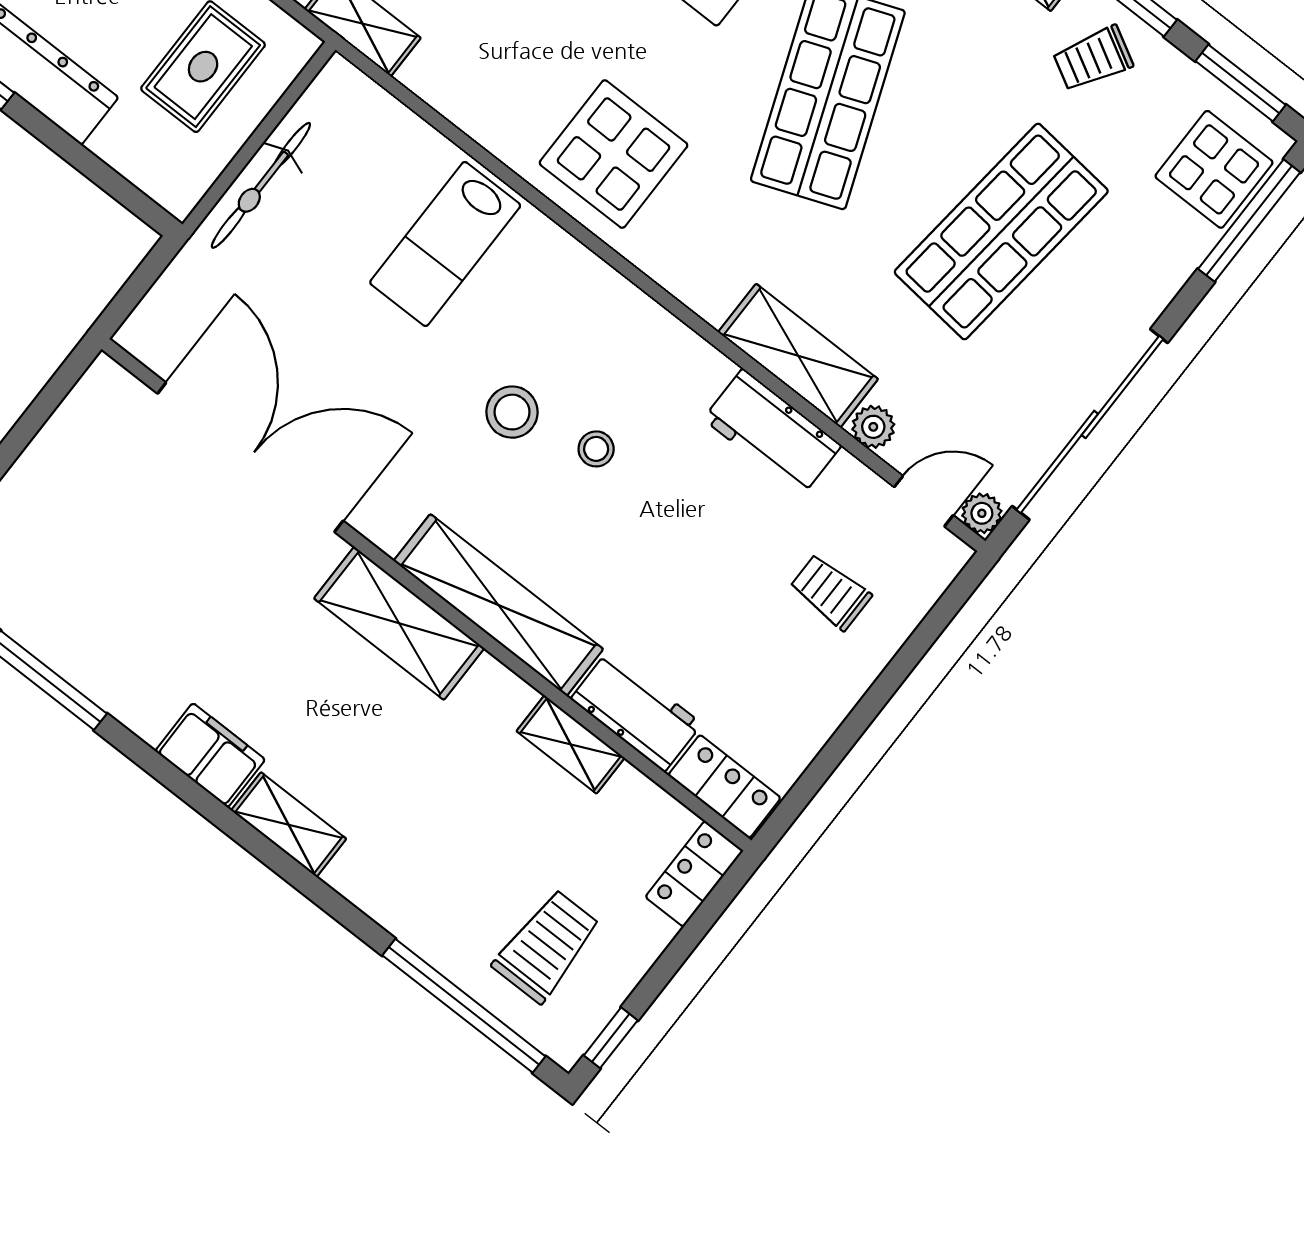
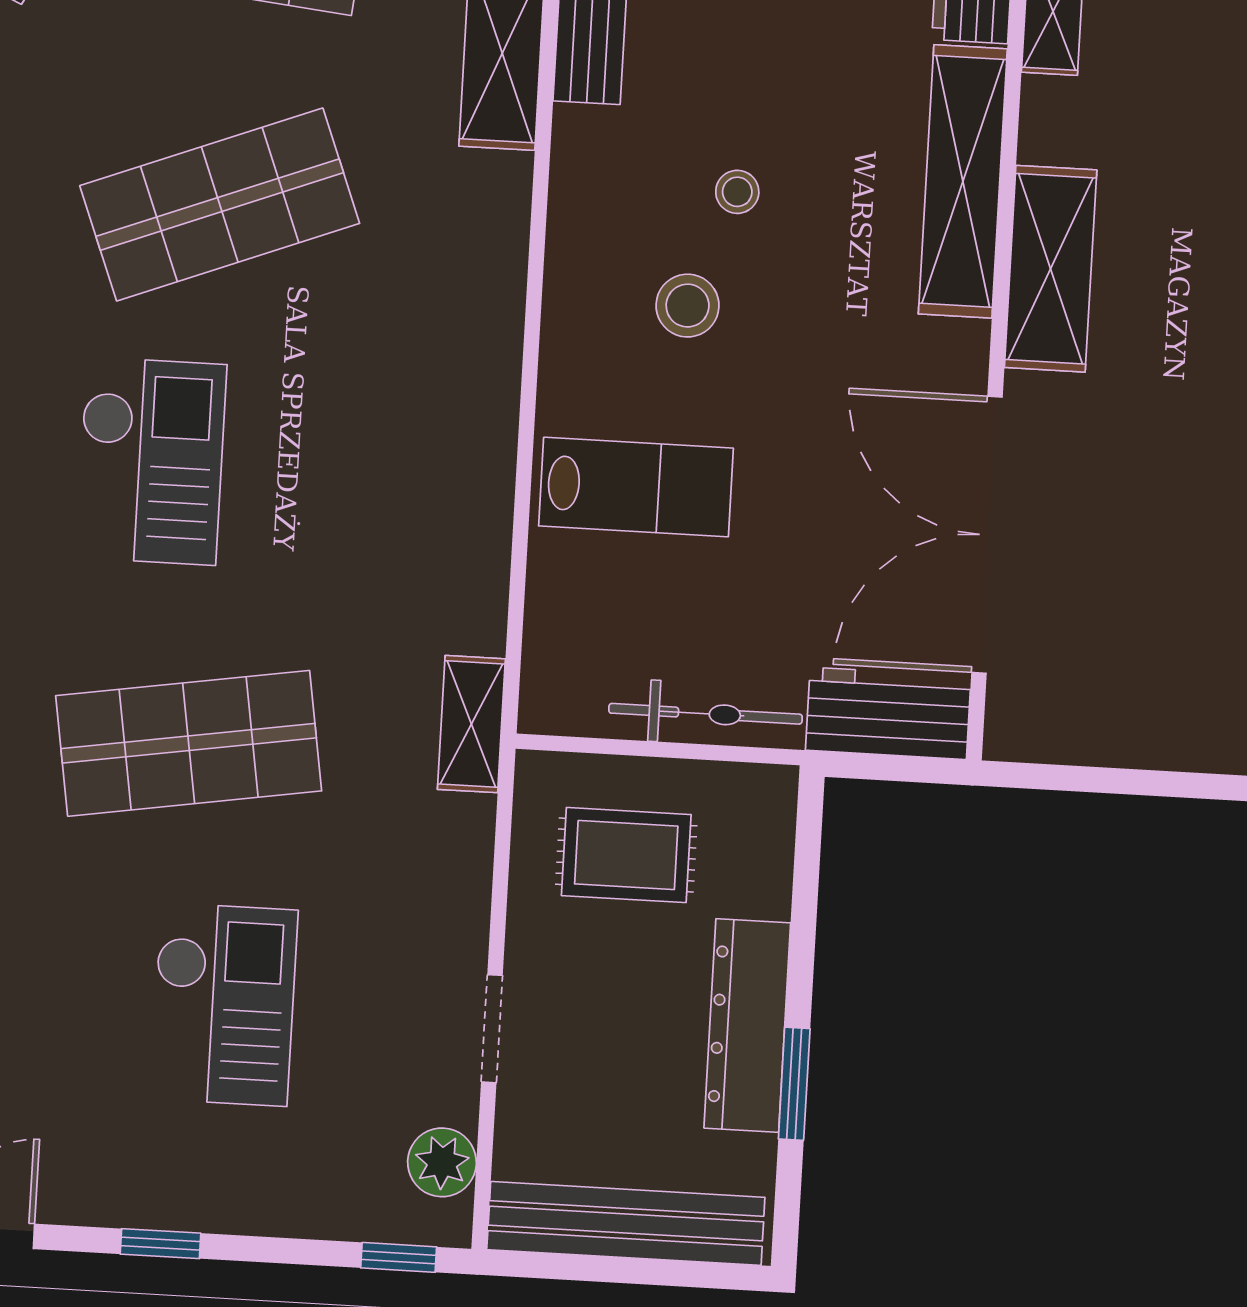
display table: (614, 154) -> (428, 380), removed
workbench: (176, 308) -> (888, 713), added
stool: (512, 412) -> (688, 306), moved

